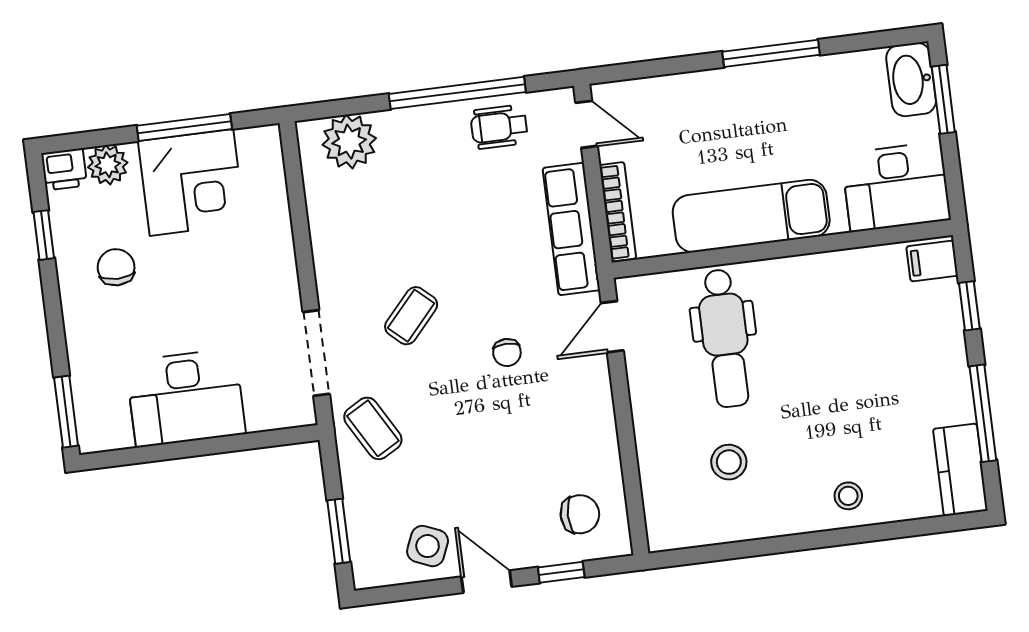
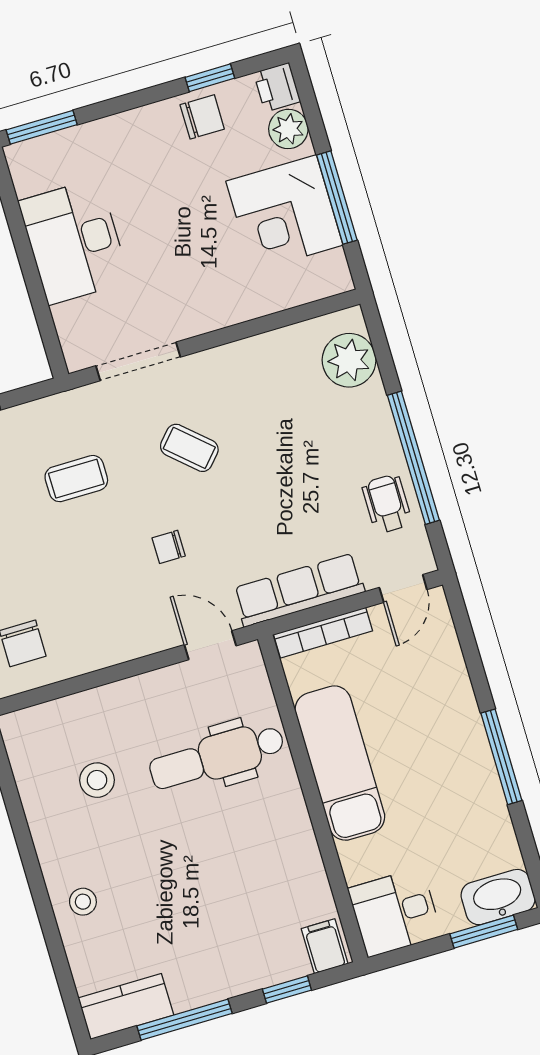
desk: (896, 187) -> (395, 912), width x0.73
chair: (116, 267) -> (202, 117), moved
coffee table: (373, 428) -> (76, 479), moved, turned 30

